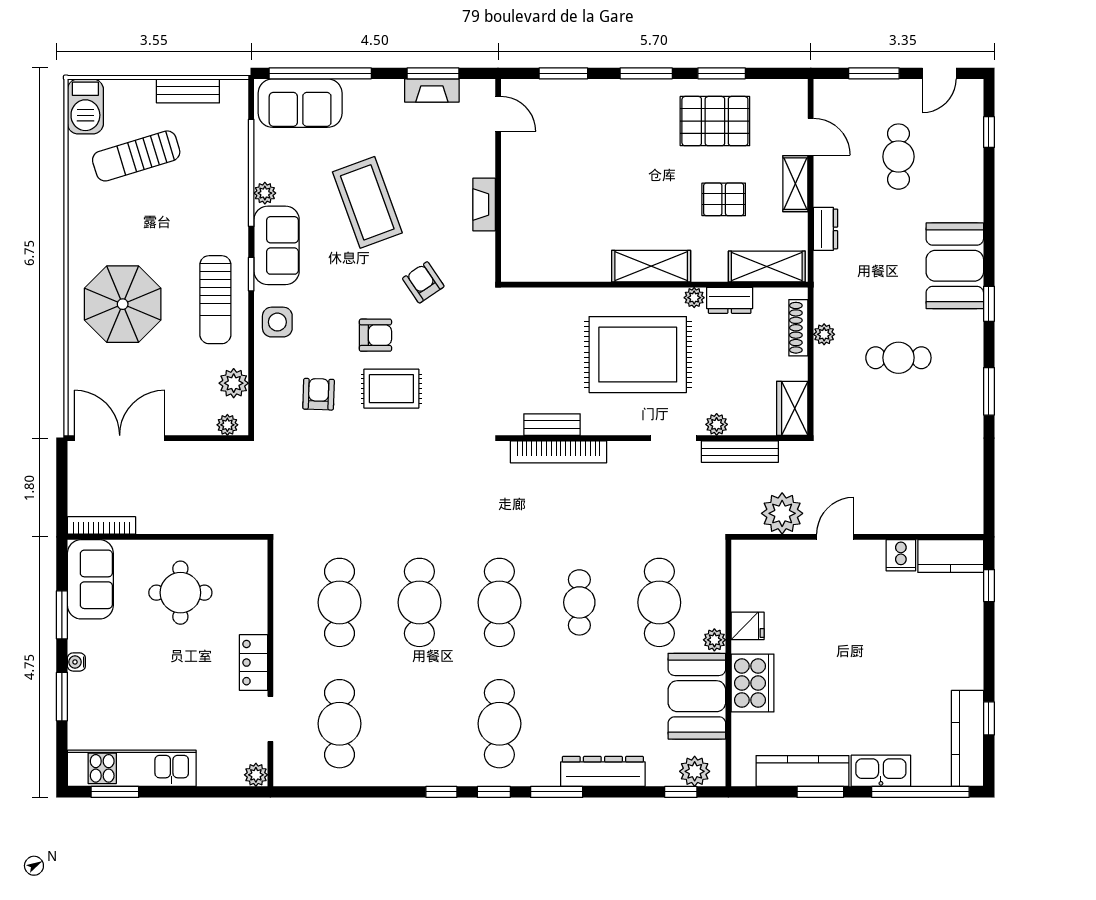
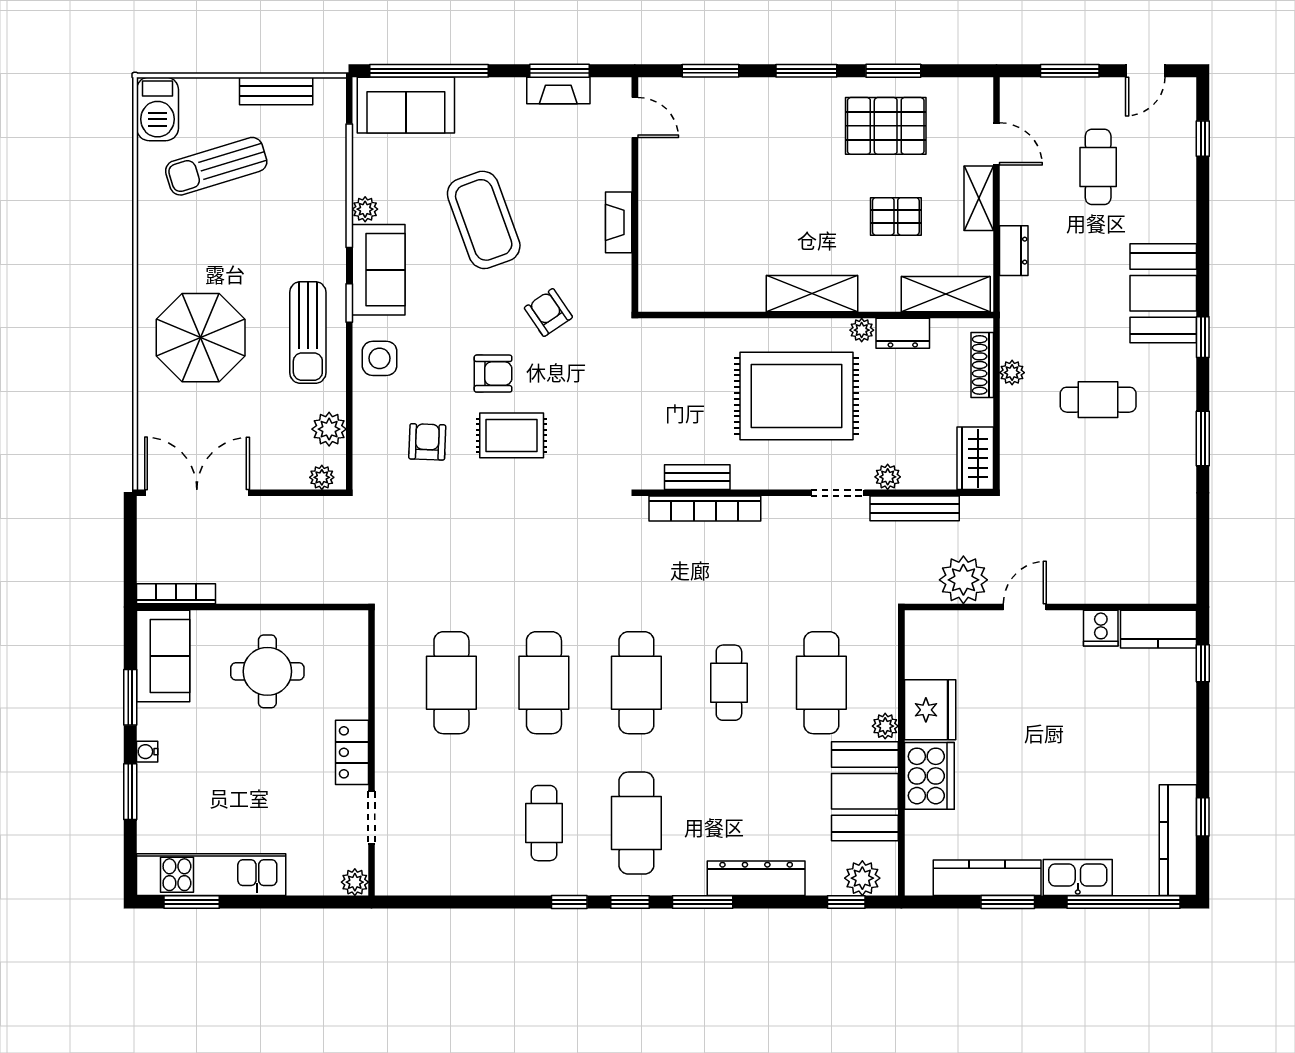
fridge: (748, 626) -> (930, 710), width x1.88, depth x1.34
cafe table: (340, 724) -> (544, 823), moved, width x0.73, depth x0.74

